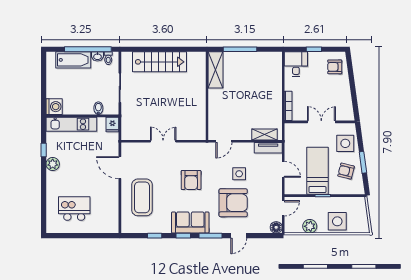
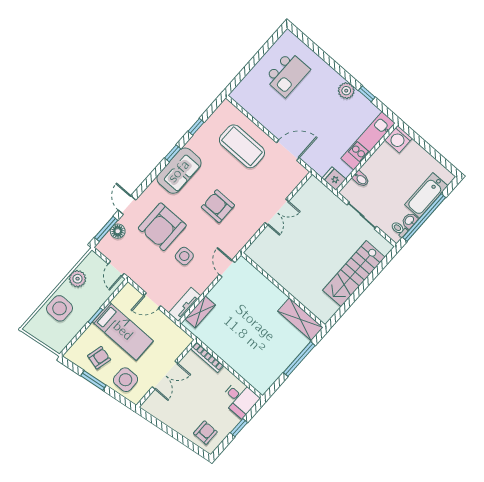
floor lamp: (276, 227) -> (118, 231), moved
window: (210, 236) -> (106, 229), moved

